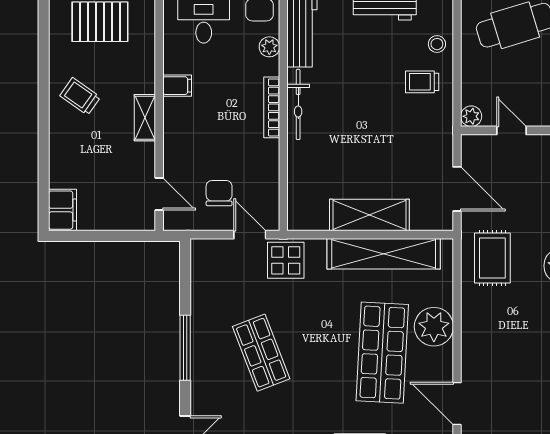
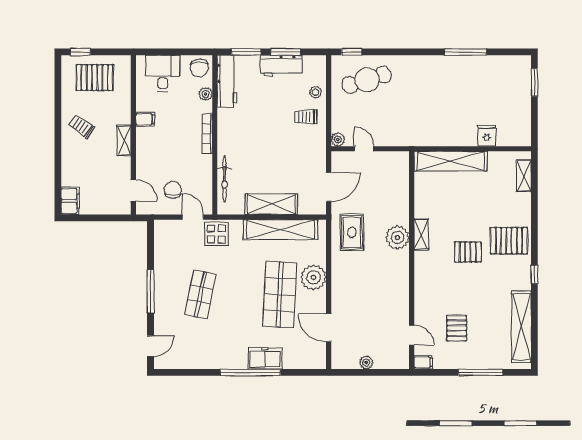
bicycle: (298, 104) -> (225, 179), moved
door: (457, 189) -> (329, 187), hinge flipped
shop shelf: (261, 353) -> (200, 294), turned 33

